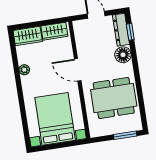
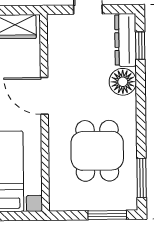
dining table: (114, 98) -> (97, 151), width x0.73
window: (142, 110) -> (142, 178), added

